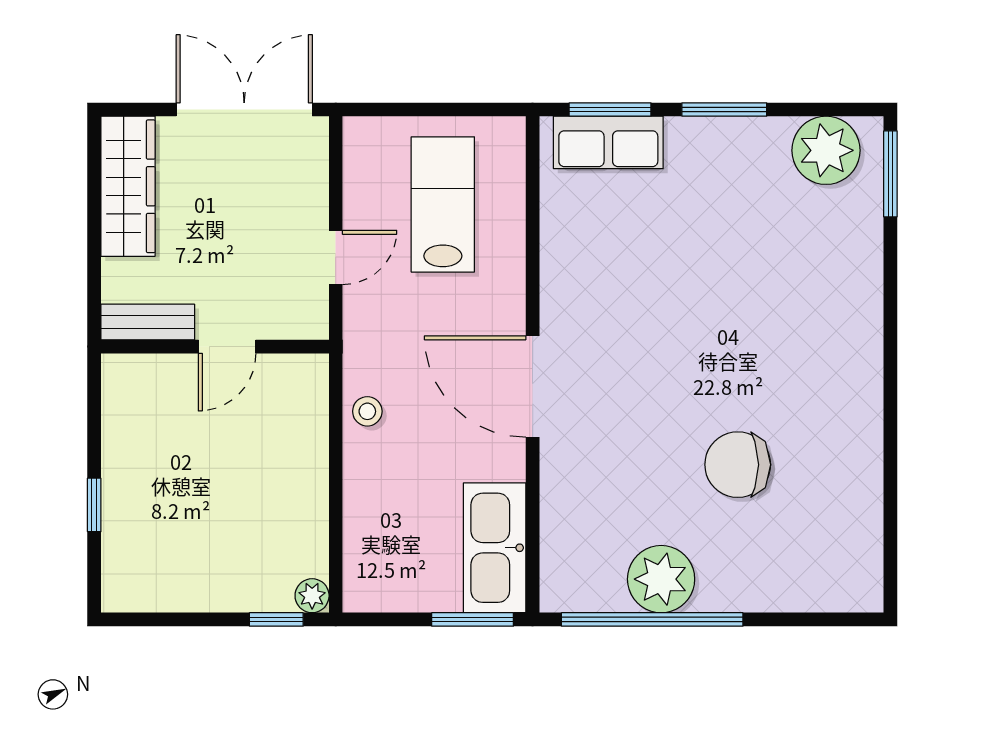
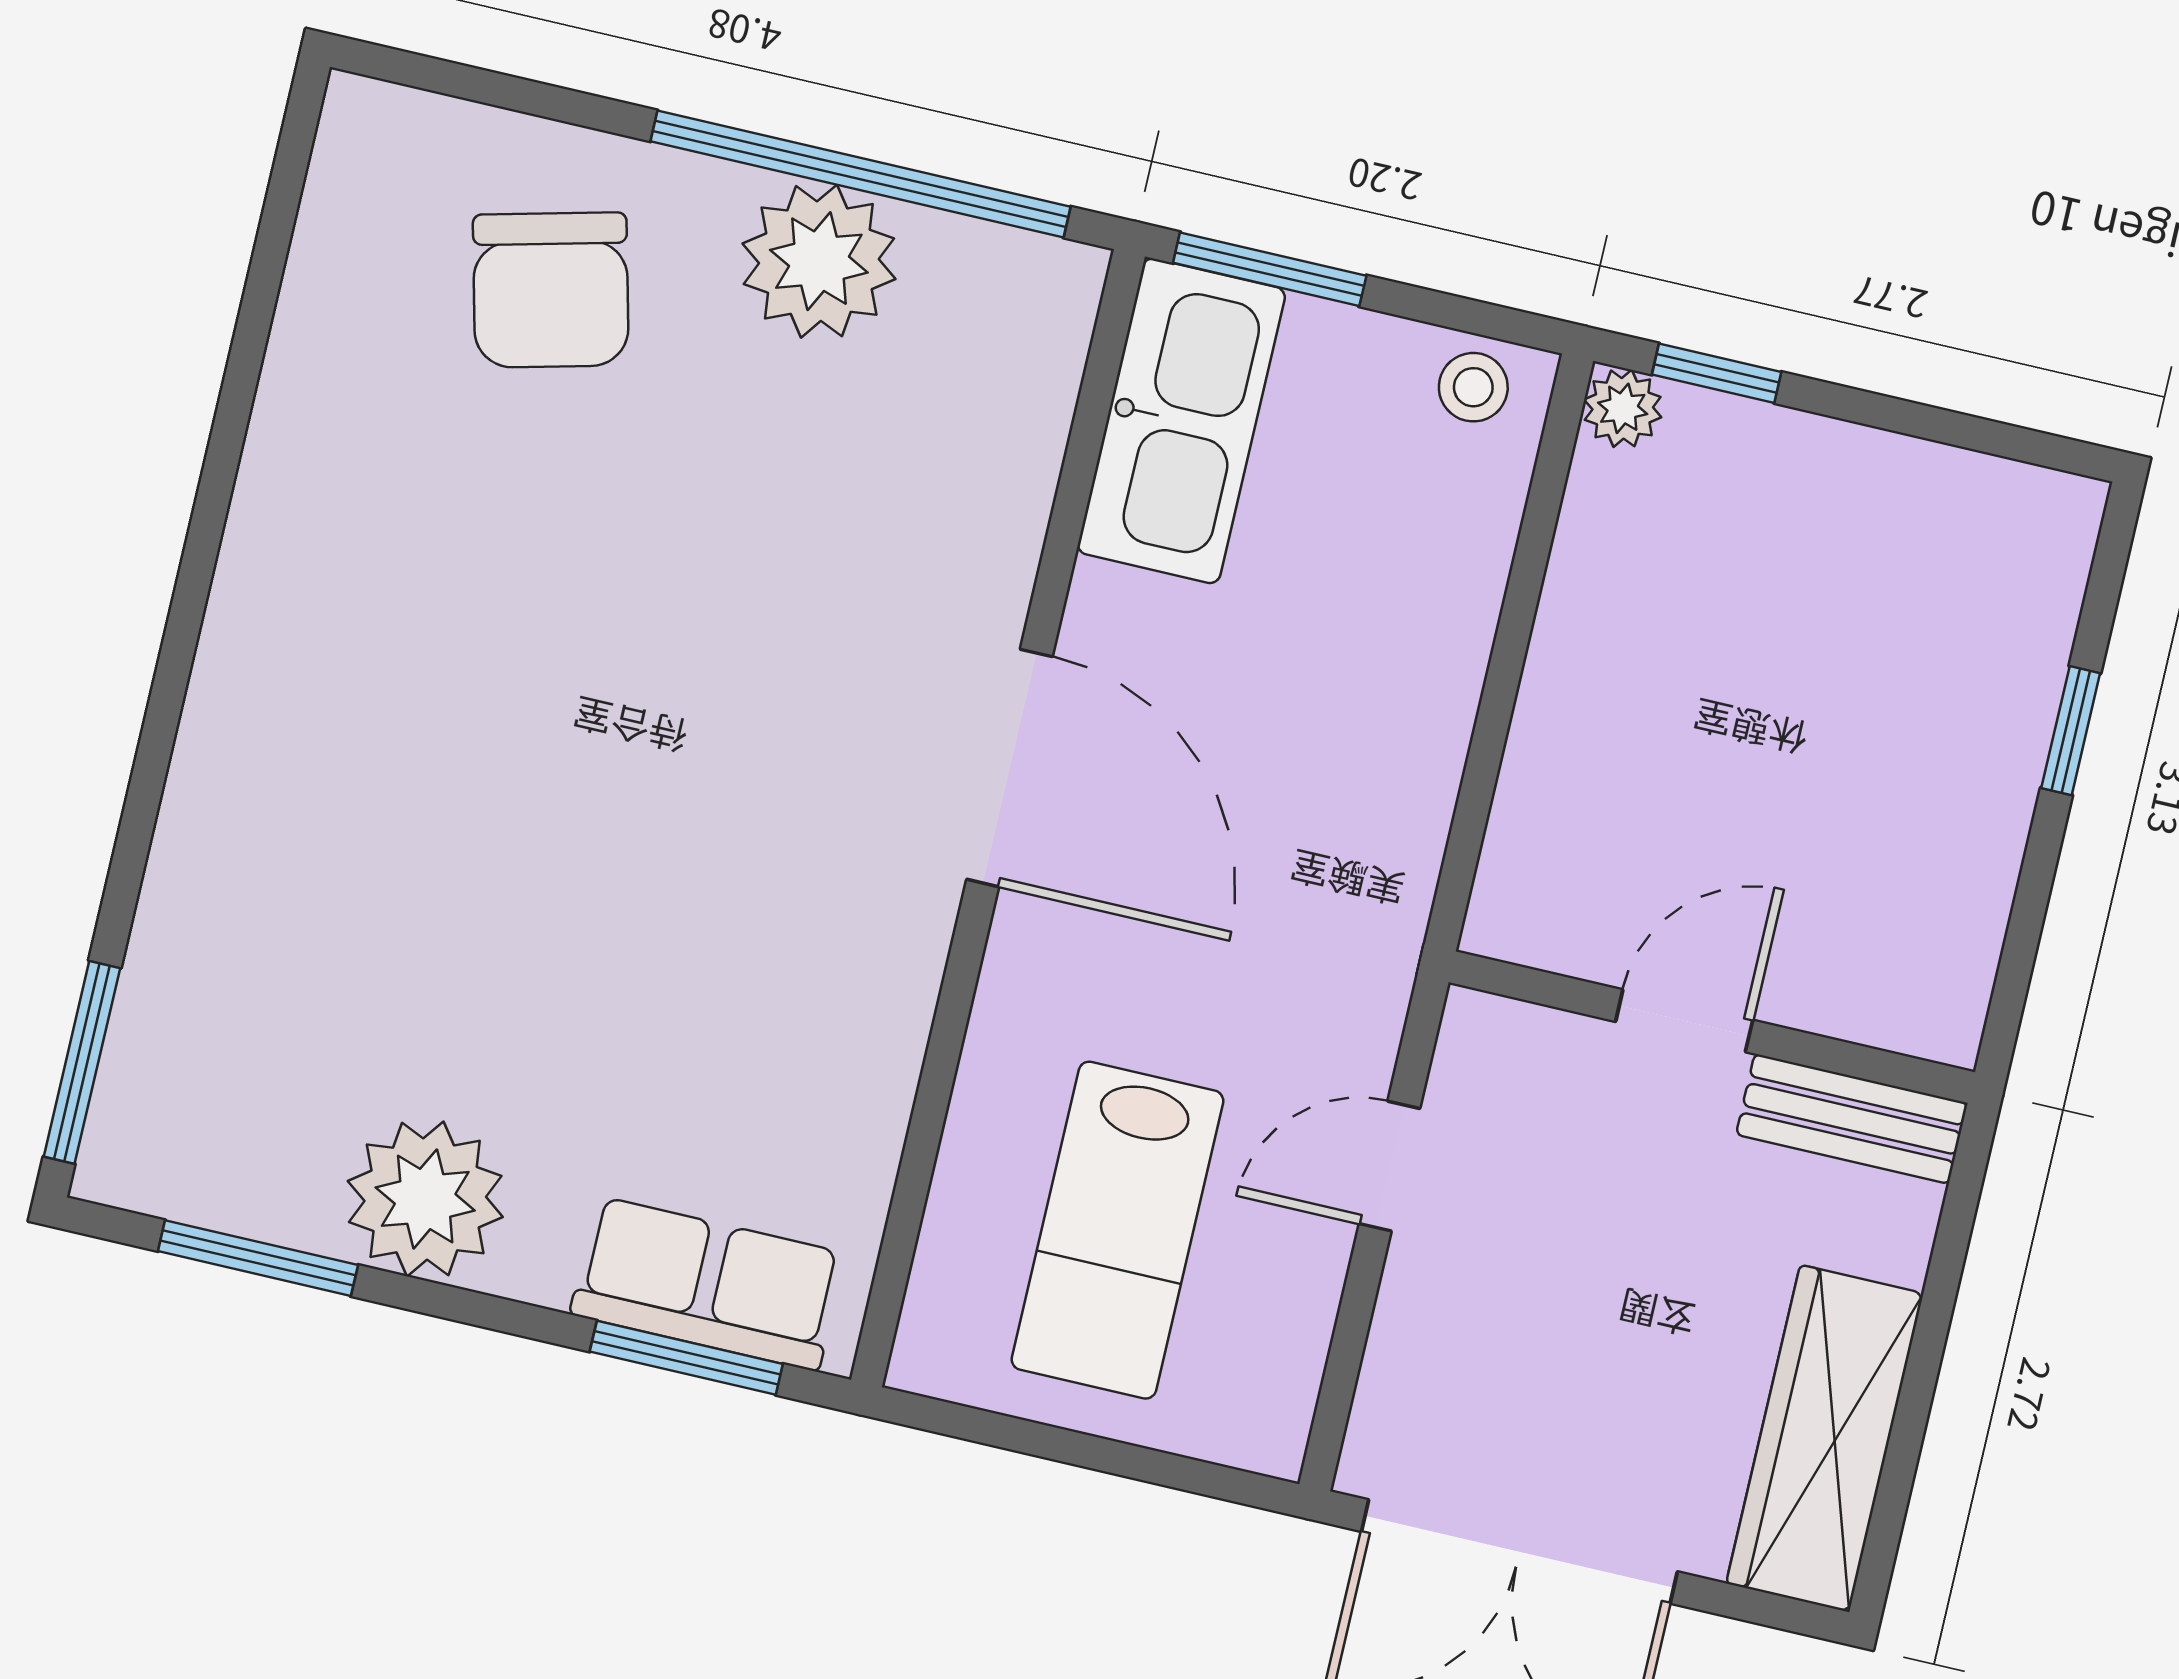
window: (724, 110) -> (258, 1258), moved
plant: (826, 150) -> (425, 1199), moved
stool: (367, 411) -> (1473, 387), moved
chair: (738, 465) -> (551, 290), moved, turned 76

